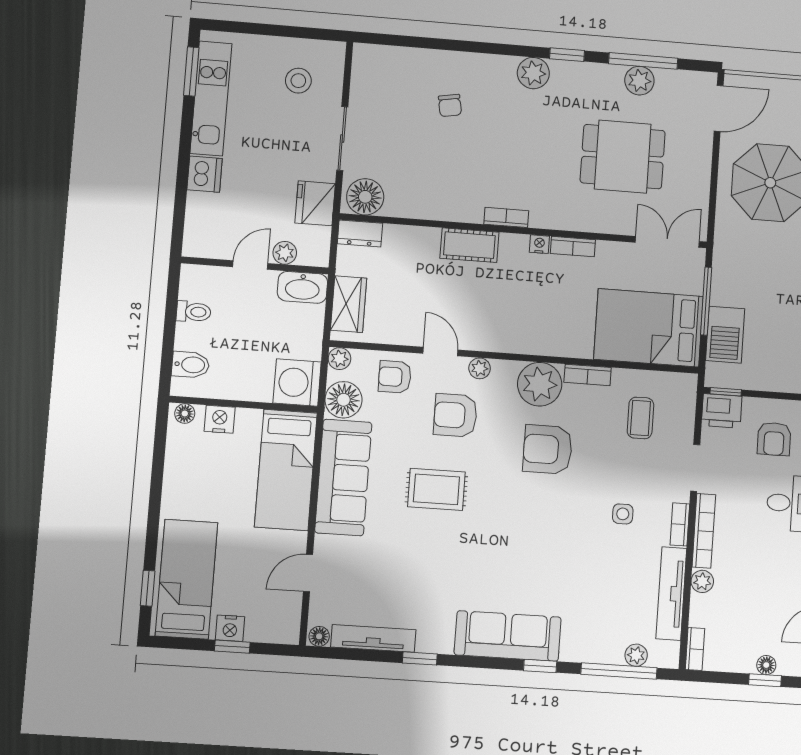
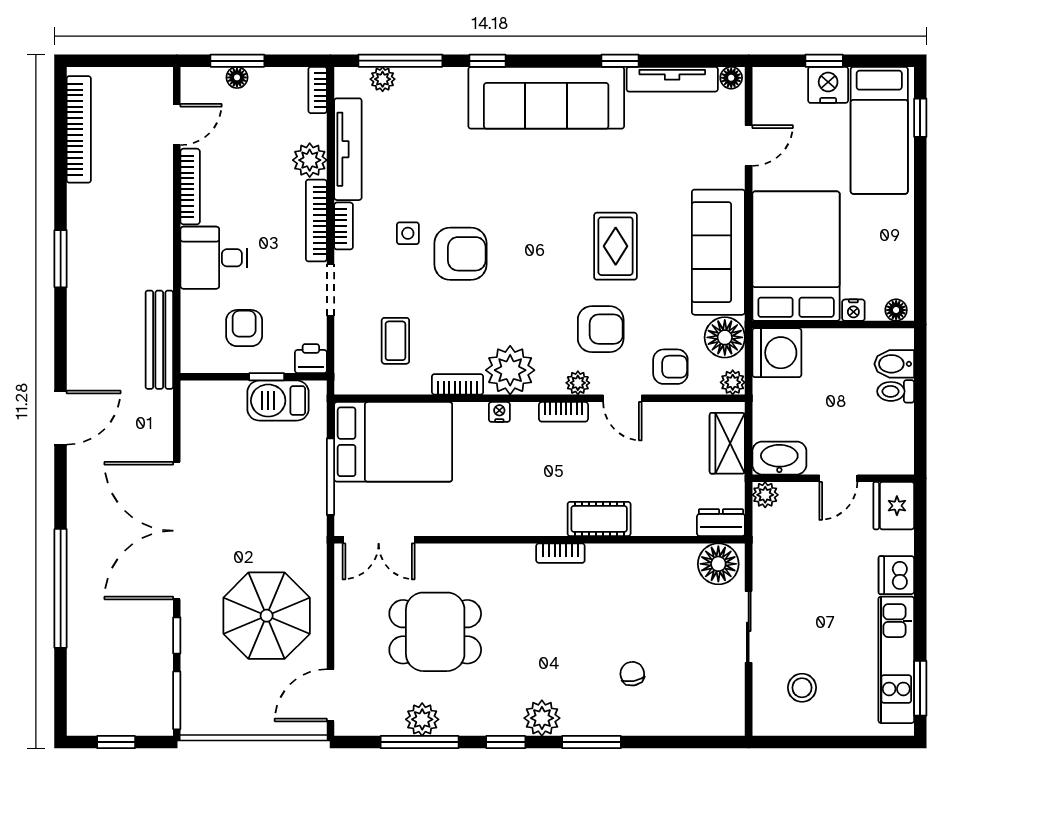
window: (491, 48) -> (591, 742), added
fridge: (315, 203) -> (894, 506), moved, turned 180
nightstand: (539, 244) -> (499, 412), moved, turned 180
bookcase: (573, 247) -> (563, 412), moved, turned 180
plant: (285, 253) -> (765, 495), moved
toilet: (194, 312) -> (896, 391), moved
barbecue: (725, 335) -> (278, 401), moved, turned -90
window: (726, 392) -> (267, 377), moved
printer: (722, 411) -> (311, 359), width x0.73, depth x0.81
nightstand: (220, 419) -> (853, 310), width x0.72, depth x0.74
armchair: (548, 449) -> (461, 254), moved
bed: (286, 470) -> (796, 256), width x1.50
rug: (436, 489) -> (616, 246), turned 90
plant: (702, 581) -> (310, 160), width x1.38, depth x1.38
nightstand: (230, 628) -> (828, 85), width x1.36, depth x1.33
sofa: (508, 636) -> (546, 98), width x1.36, depth x1.27
window: (765, 680) -> (237, 61), width x1.50

